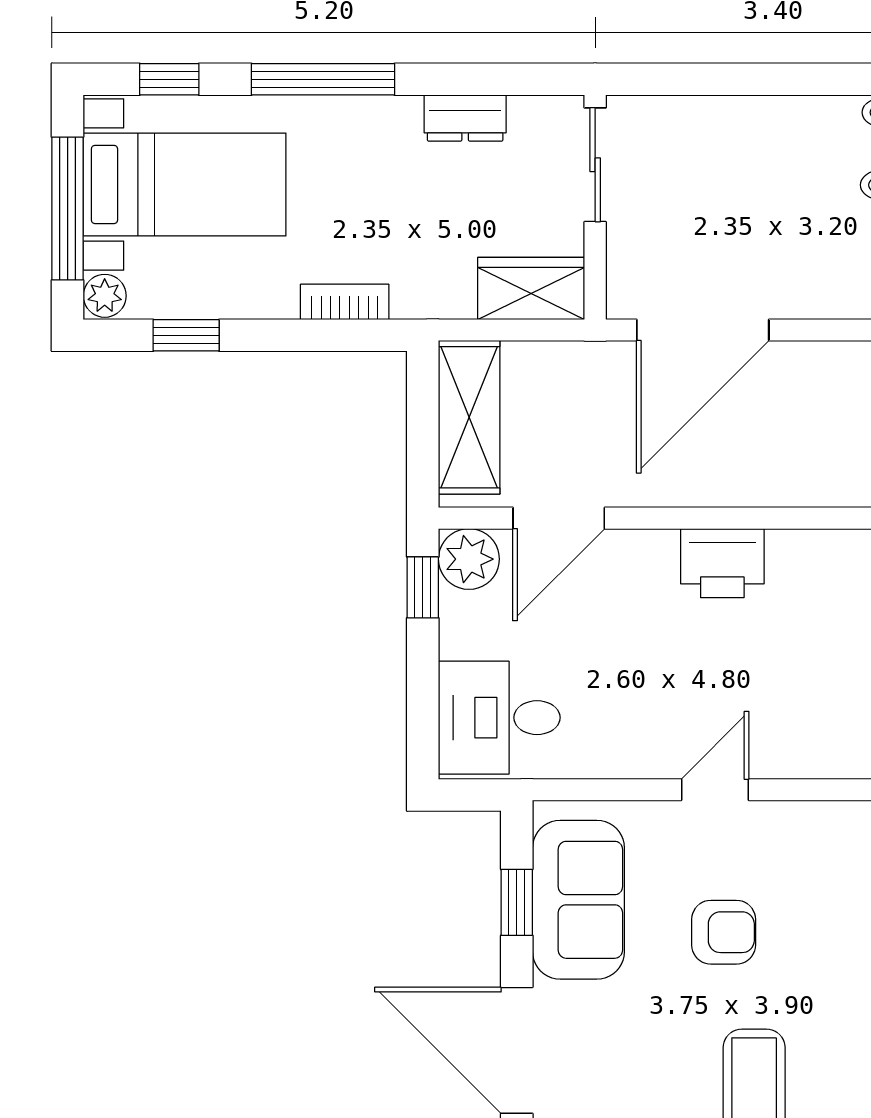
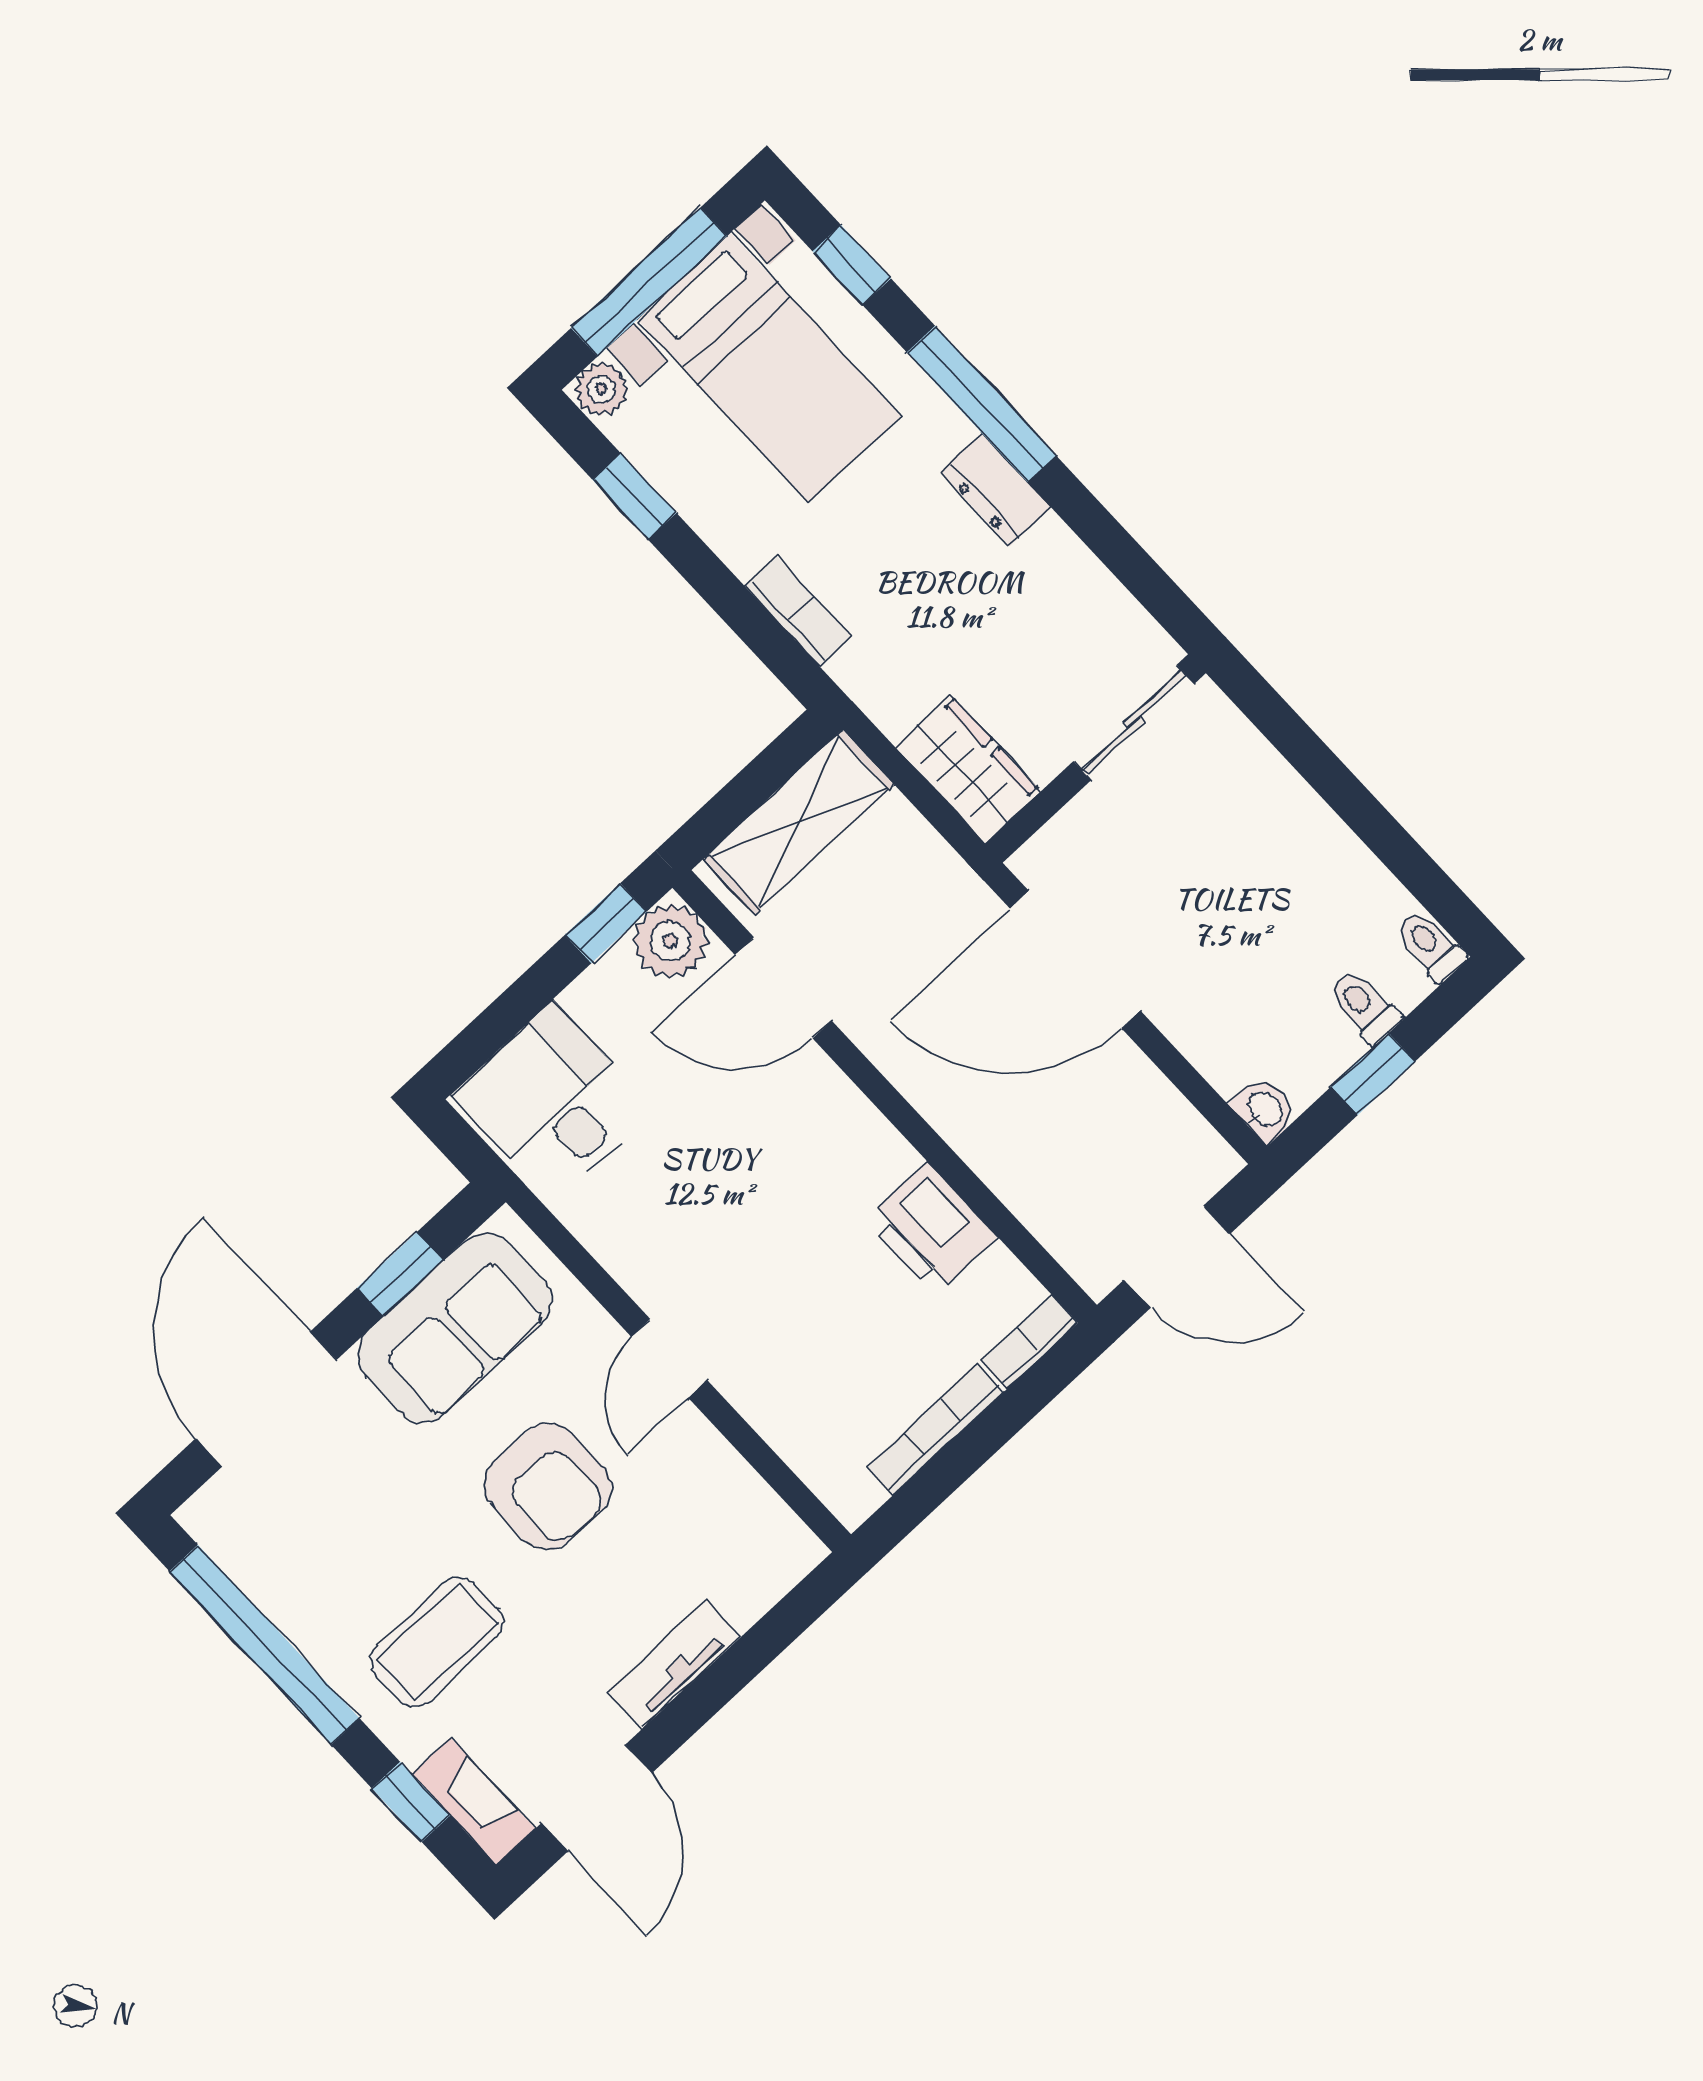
dresser: (465, 118) -> (996, 490), moved
printer: (722, 563) -> (931, 1228), moved
door: (715, 790) -> (669, 1358), swing flipped
armchair: (724, 932) -> (548, 1486), width x1.38, depth x1.38

